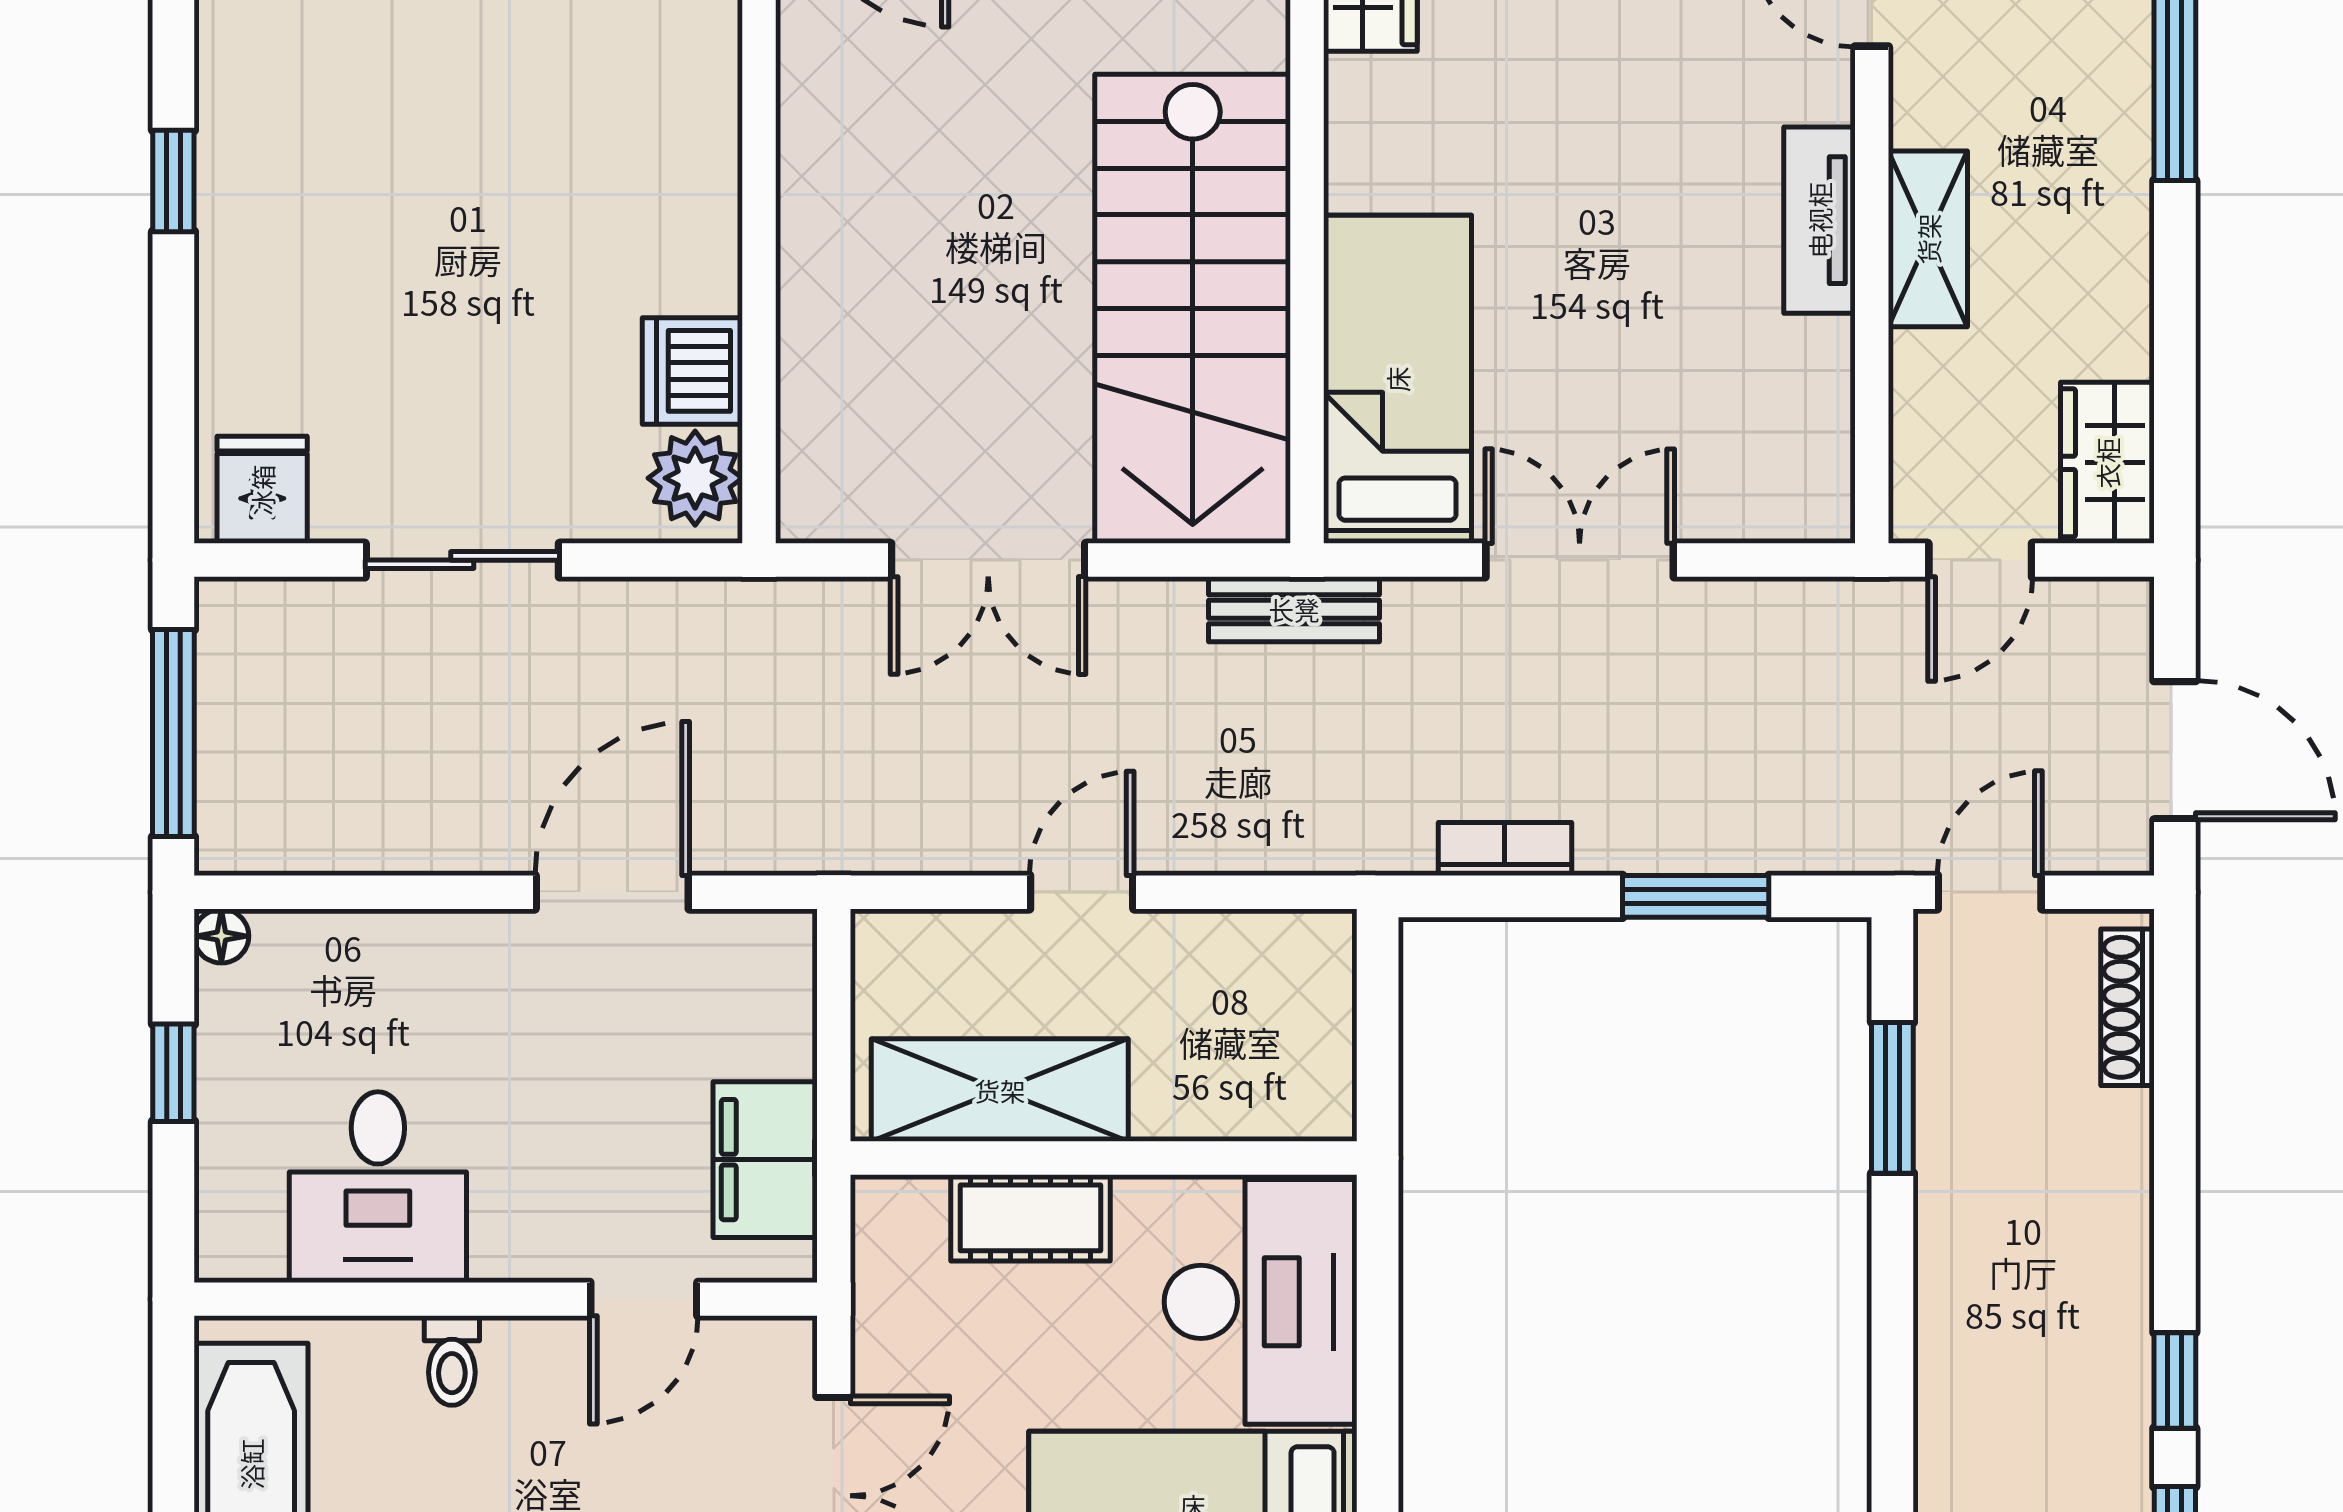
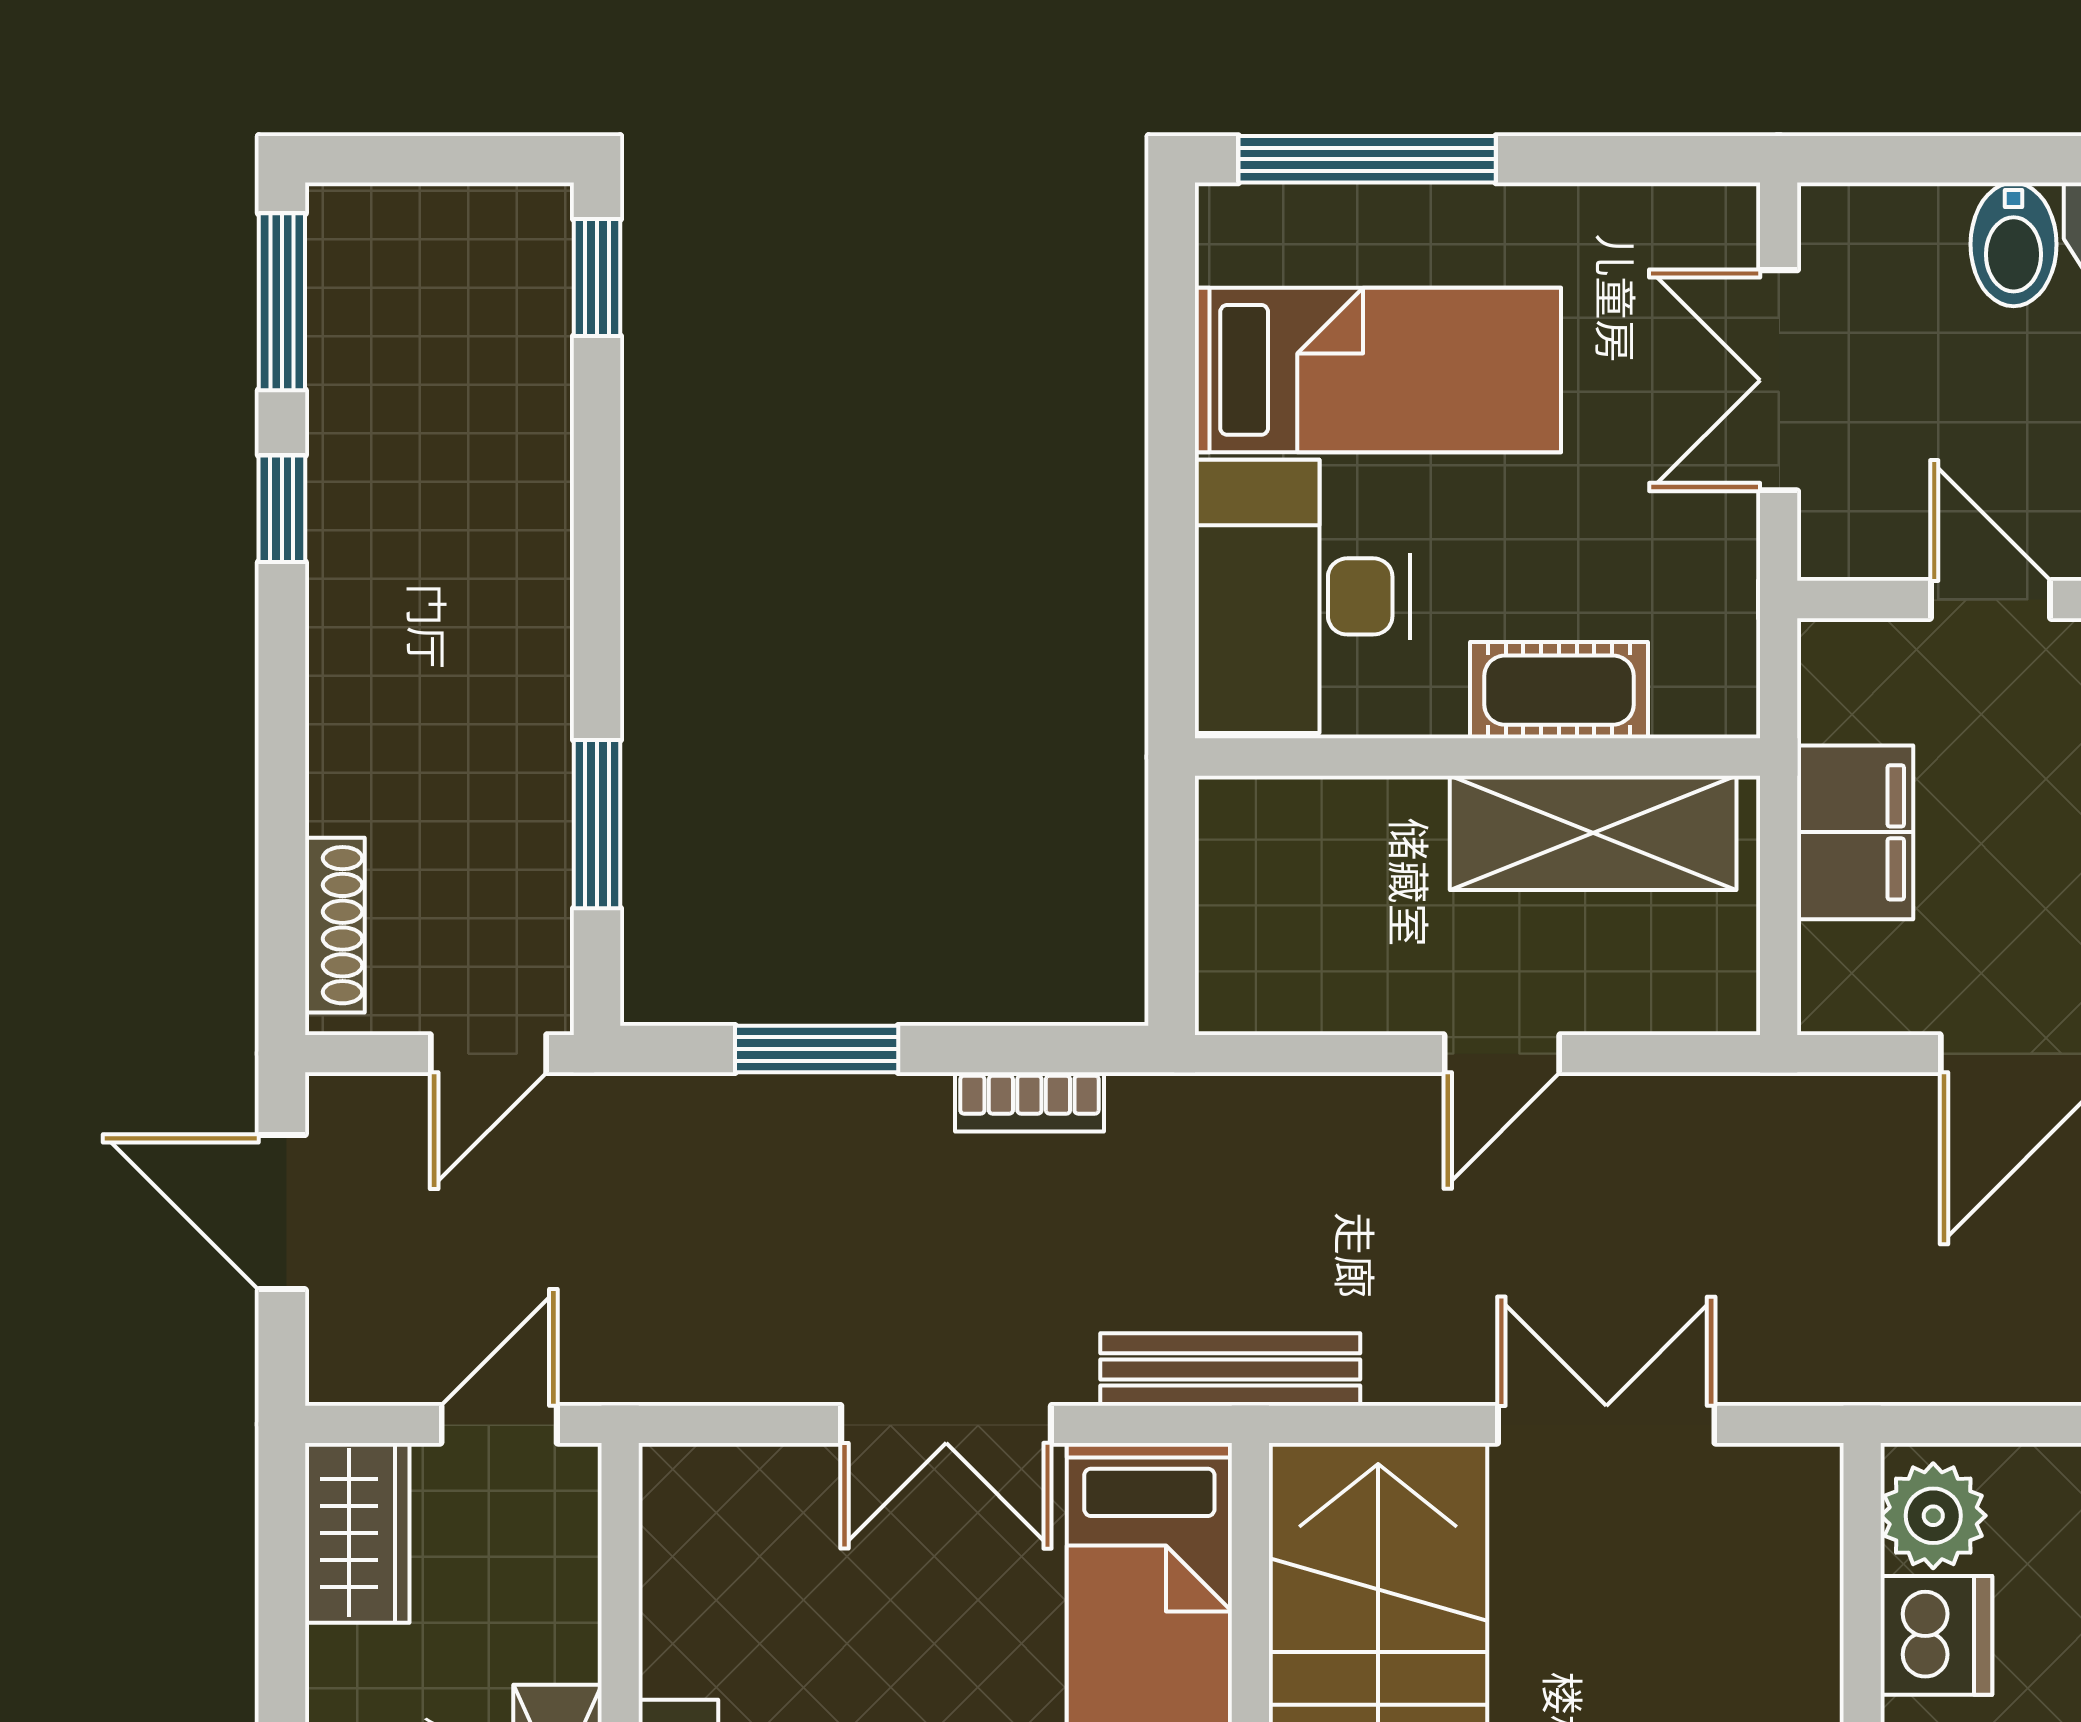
bench: (1294, 609) -> (1230, 1369), width x1.36
filing cabinet: (765, 1160) -> (1855, 832), moved
door: (644, 1299) -> (1991, 599), hinge flipped

